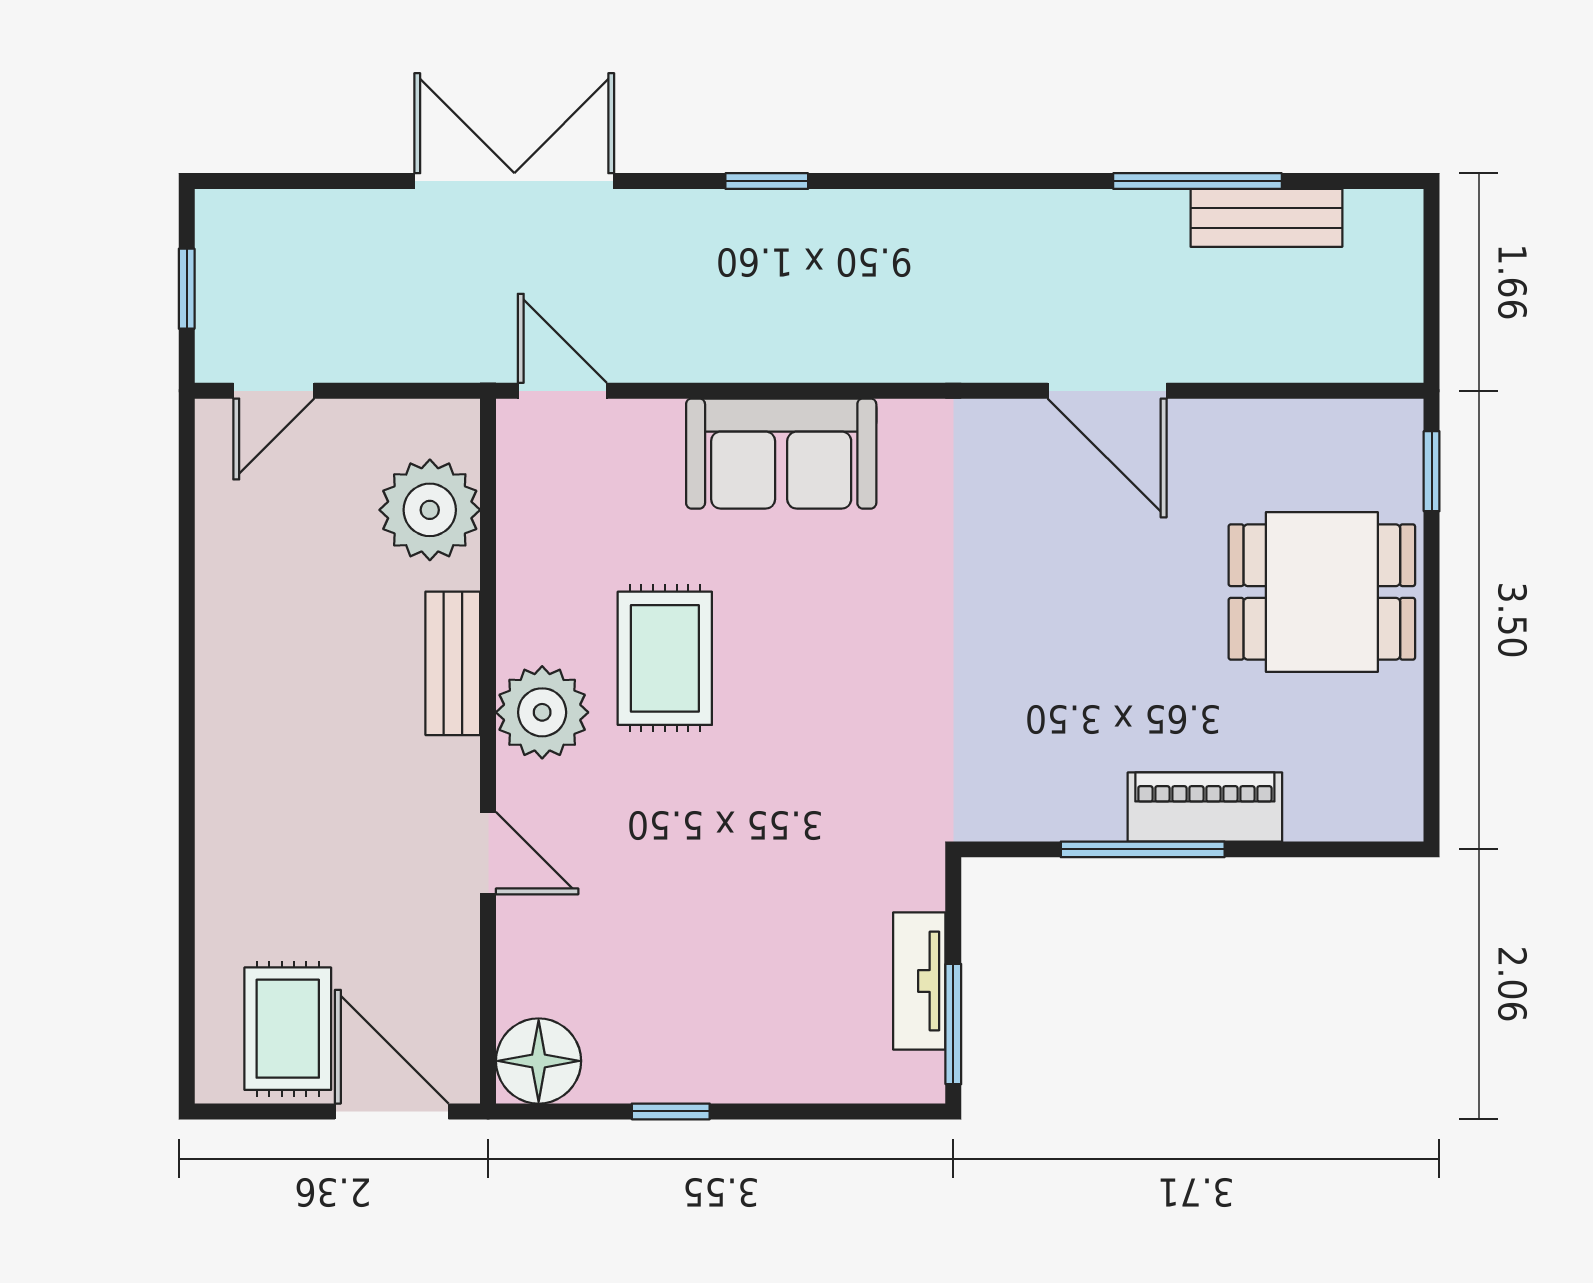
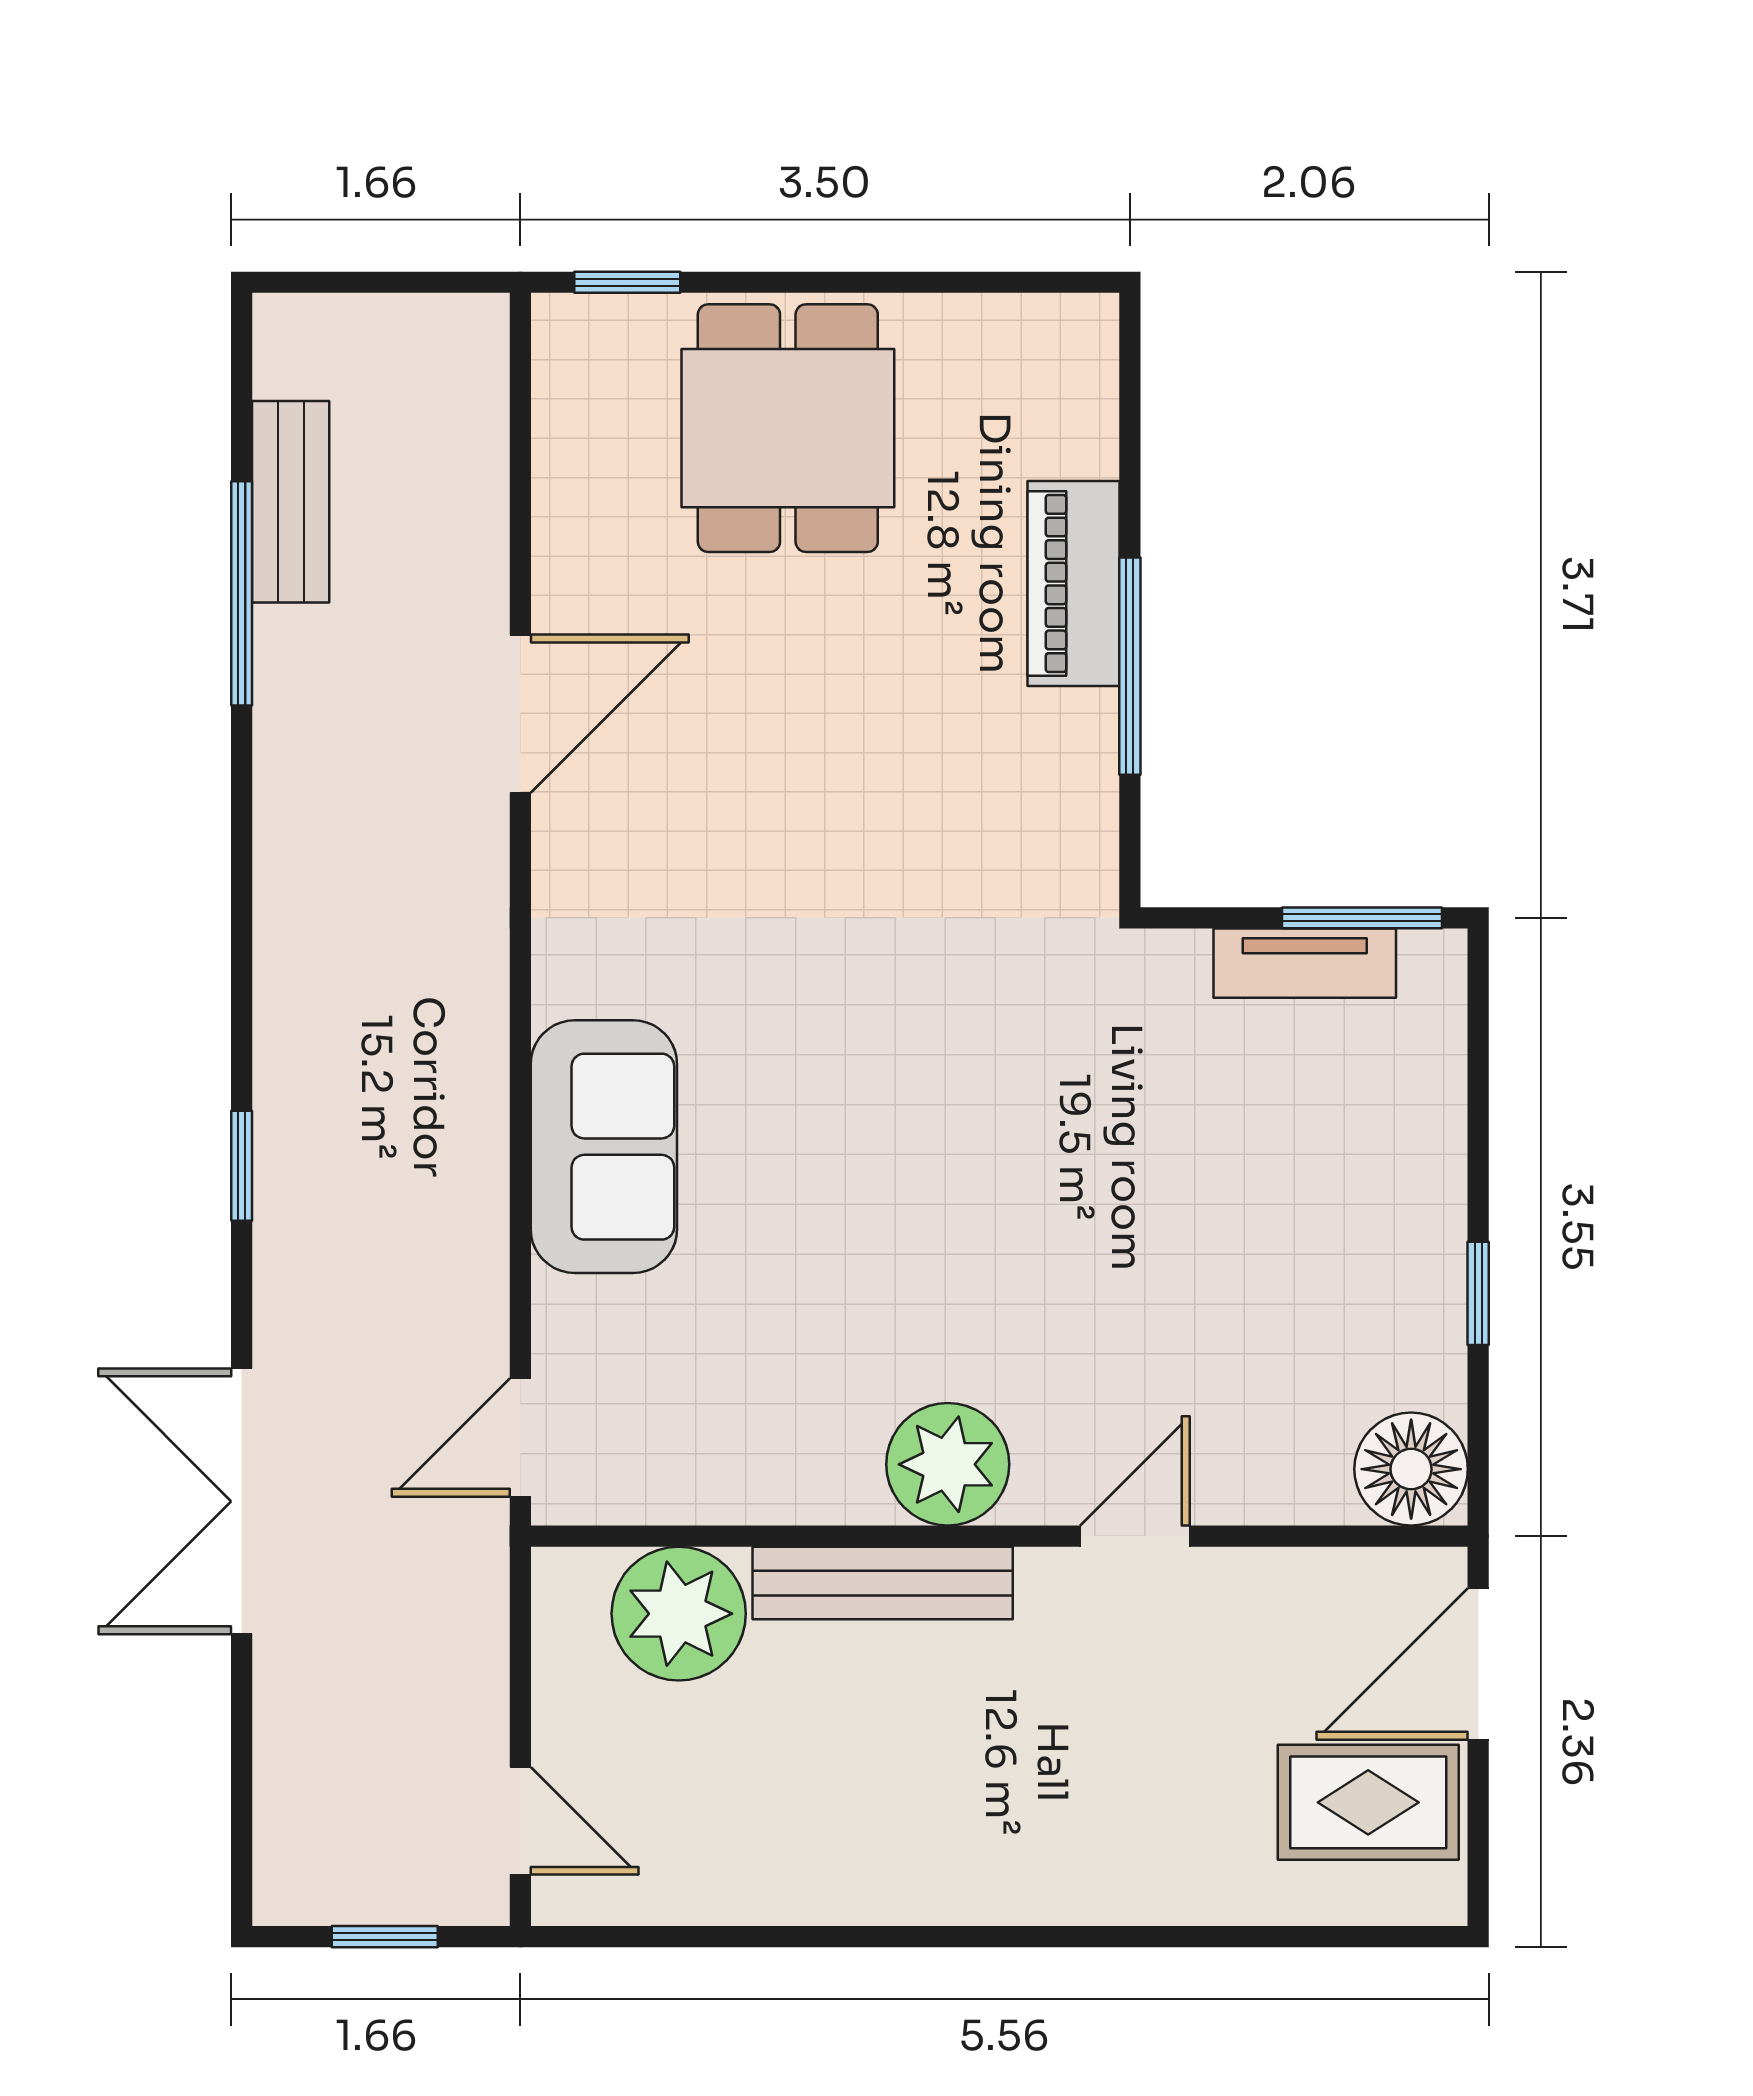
rug: (665, 658) -> (876, 1301), removed
bench: (453, 663) -> (883, 1583), width x1.36

